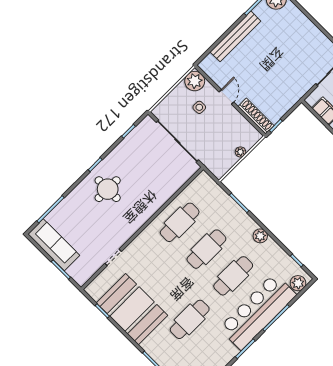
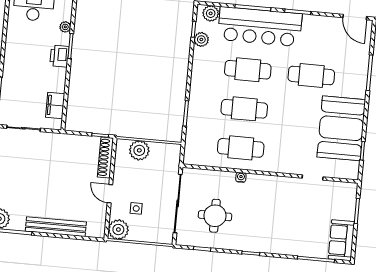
door: (226, 97) -> (110, 194), hinge flipped
plant: (240, 152) -> (139, 150), width x1.87, depth x1.87
round table: (108, 189) -> (215, 216), moved
water cooler: (158, 204) -> (241, 177), added
plant: (260, 236) -> (201, 39), moved
sofa: (54, 245) -> (341, 240), width x0.73

